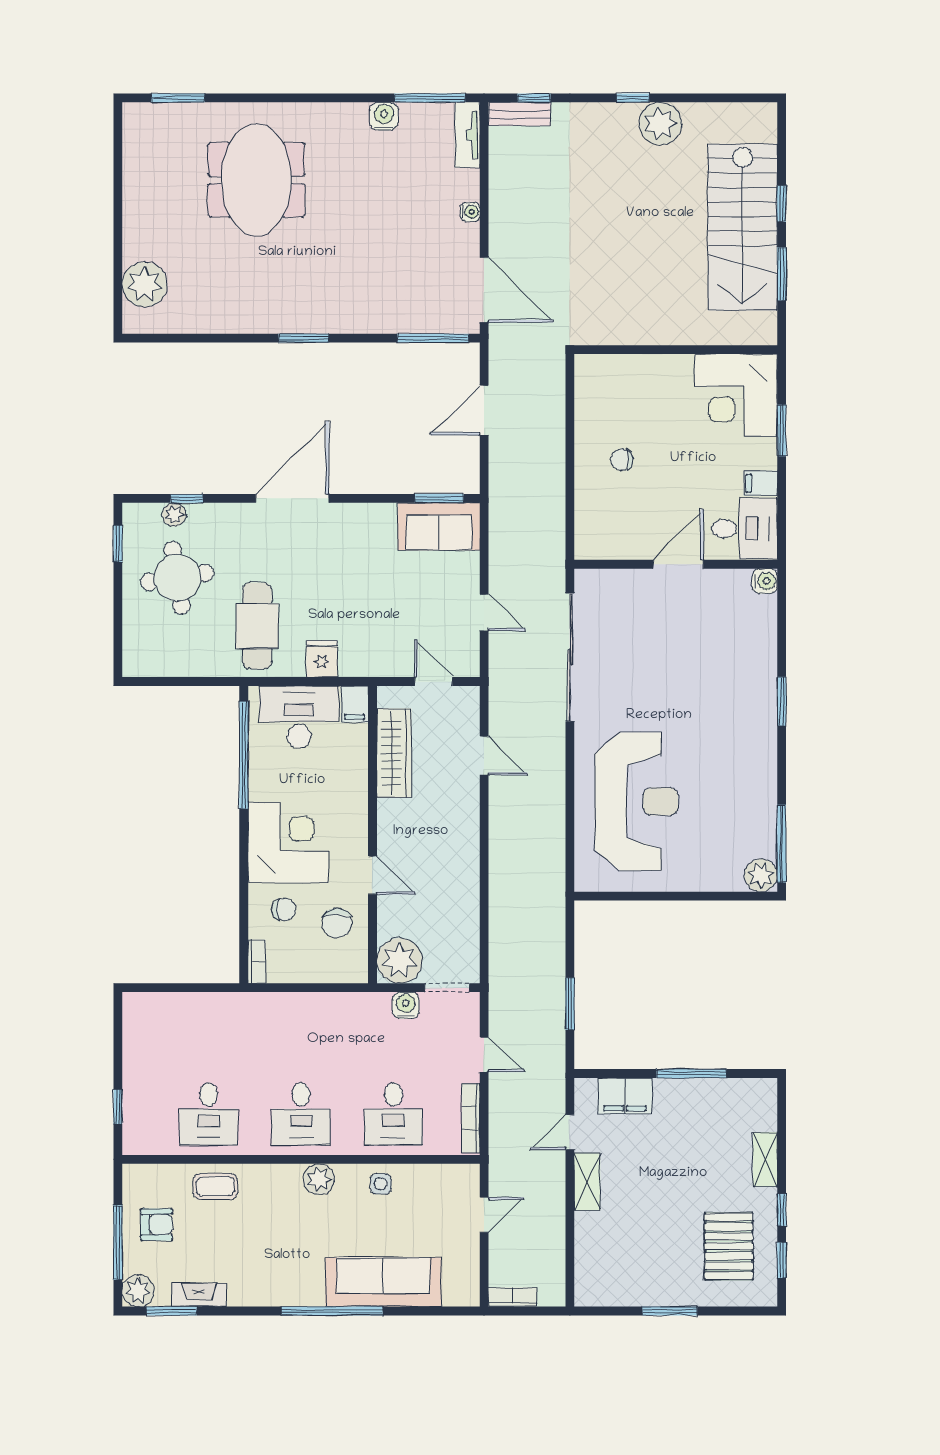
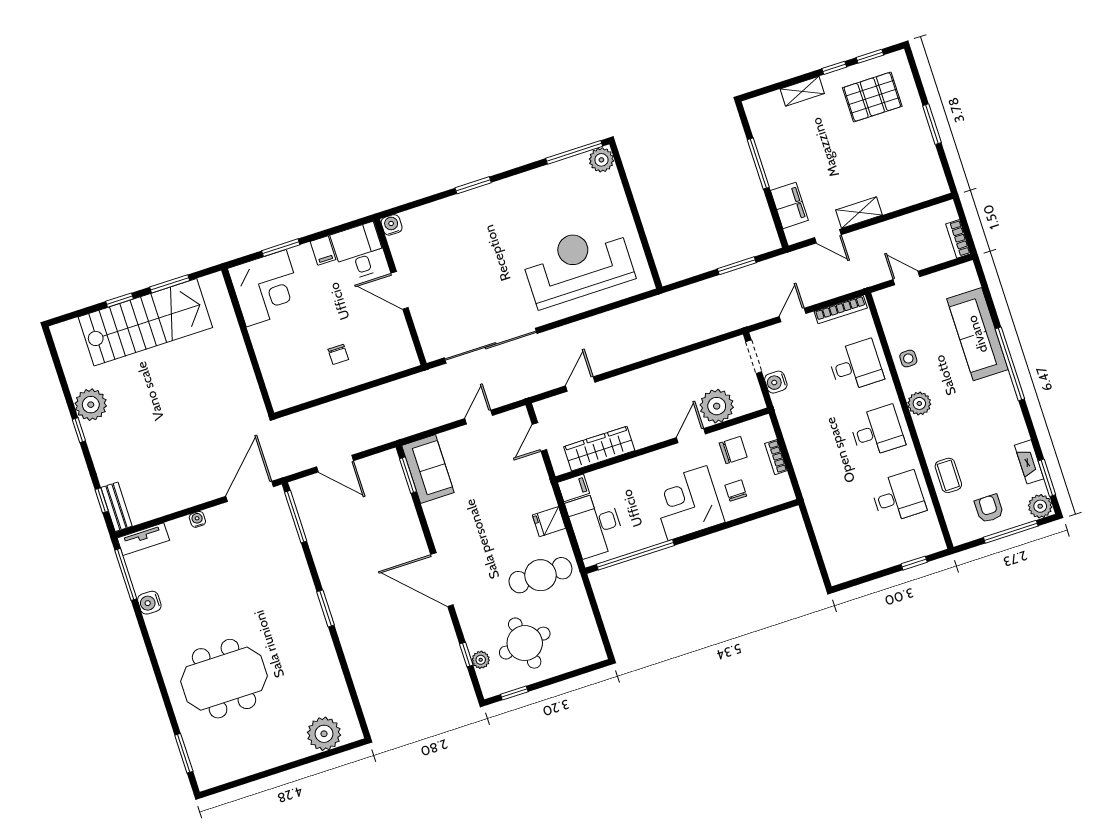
bookcase: (257, 961) -> (776, 457), moved, turned -90
plant: (399, 961) -> (717, 406), moved

